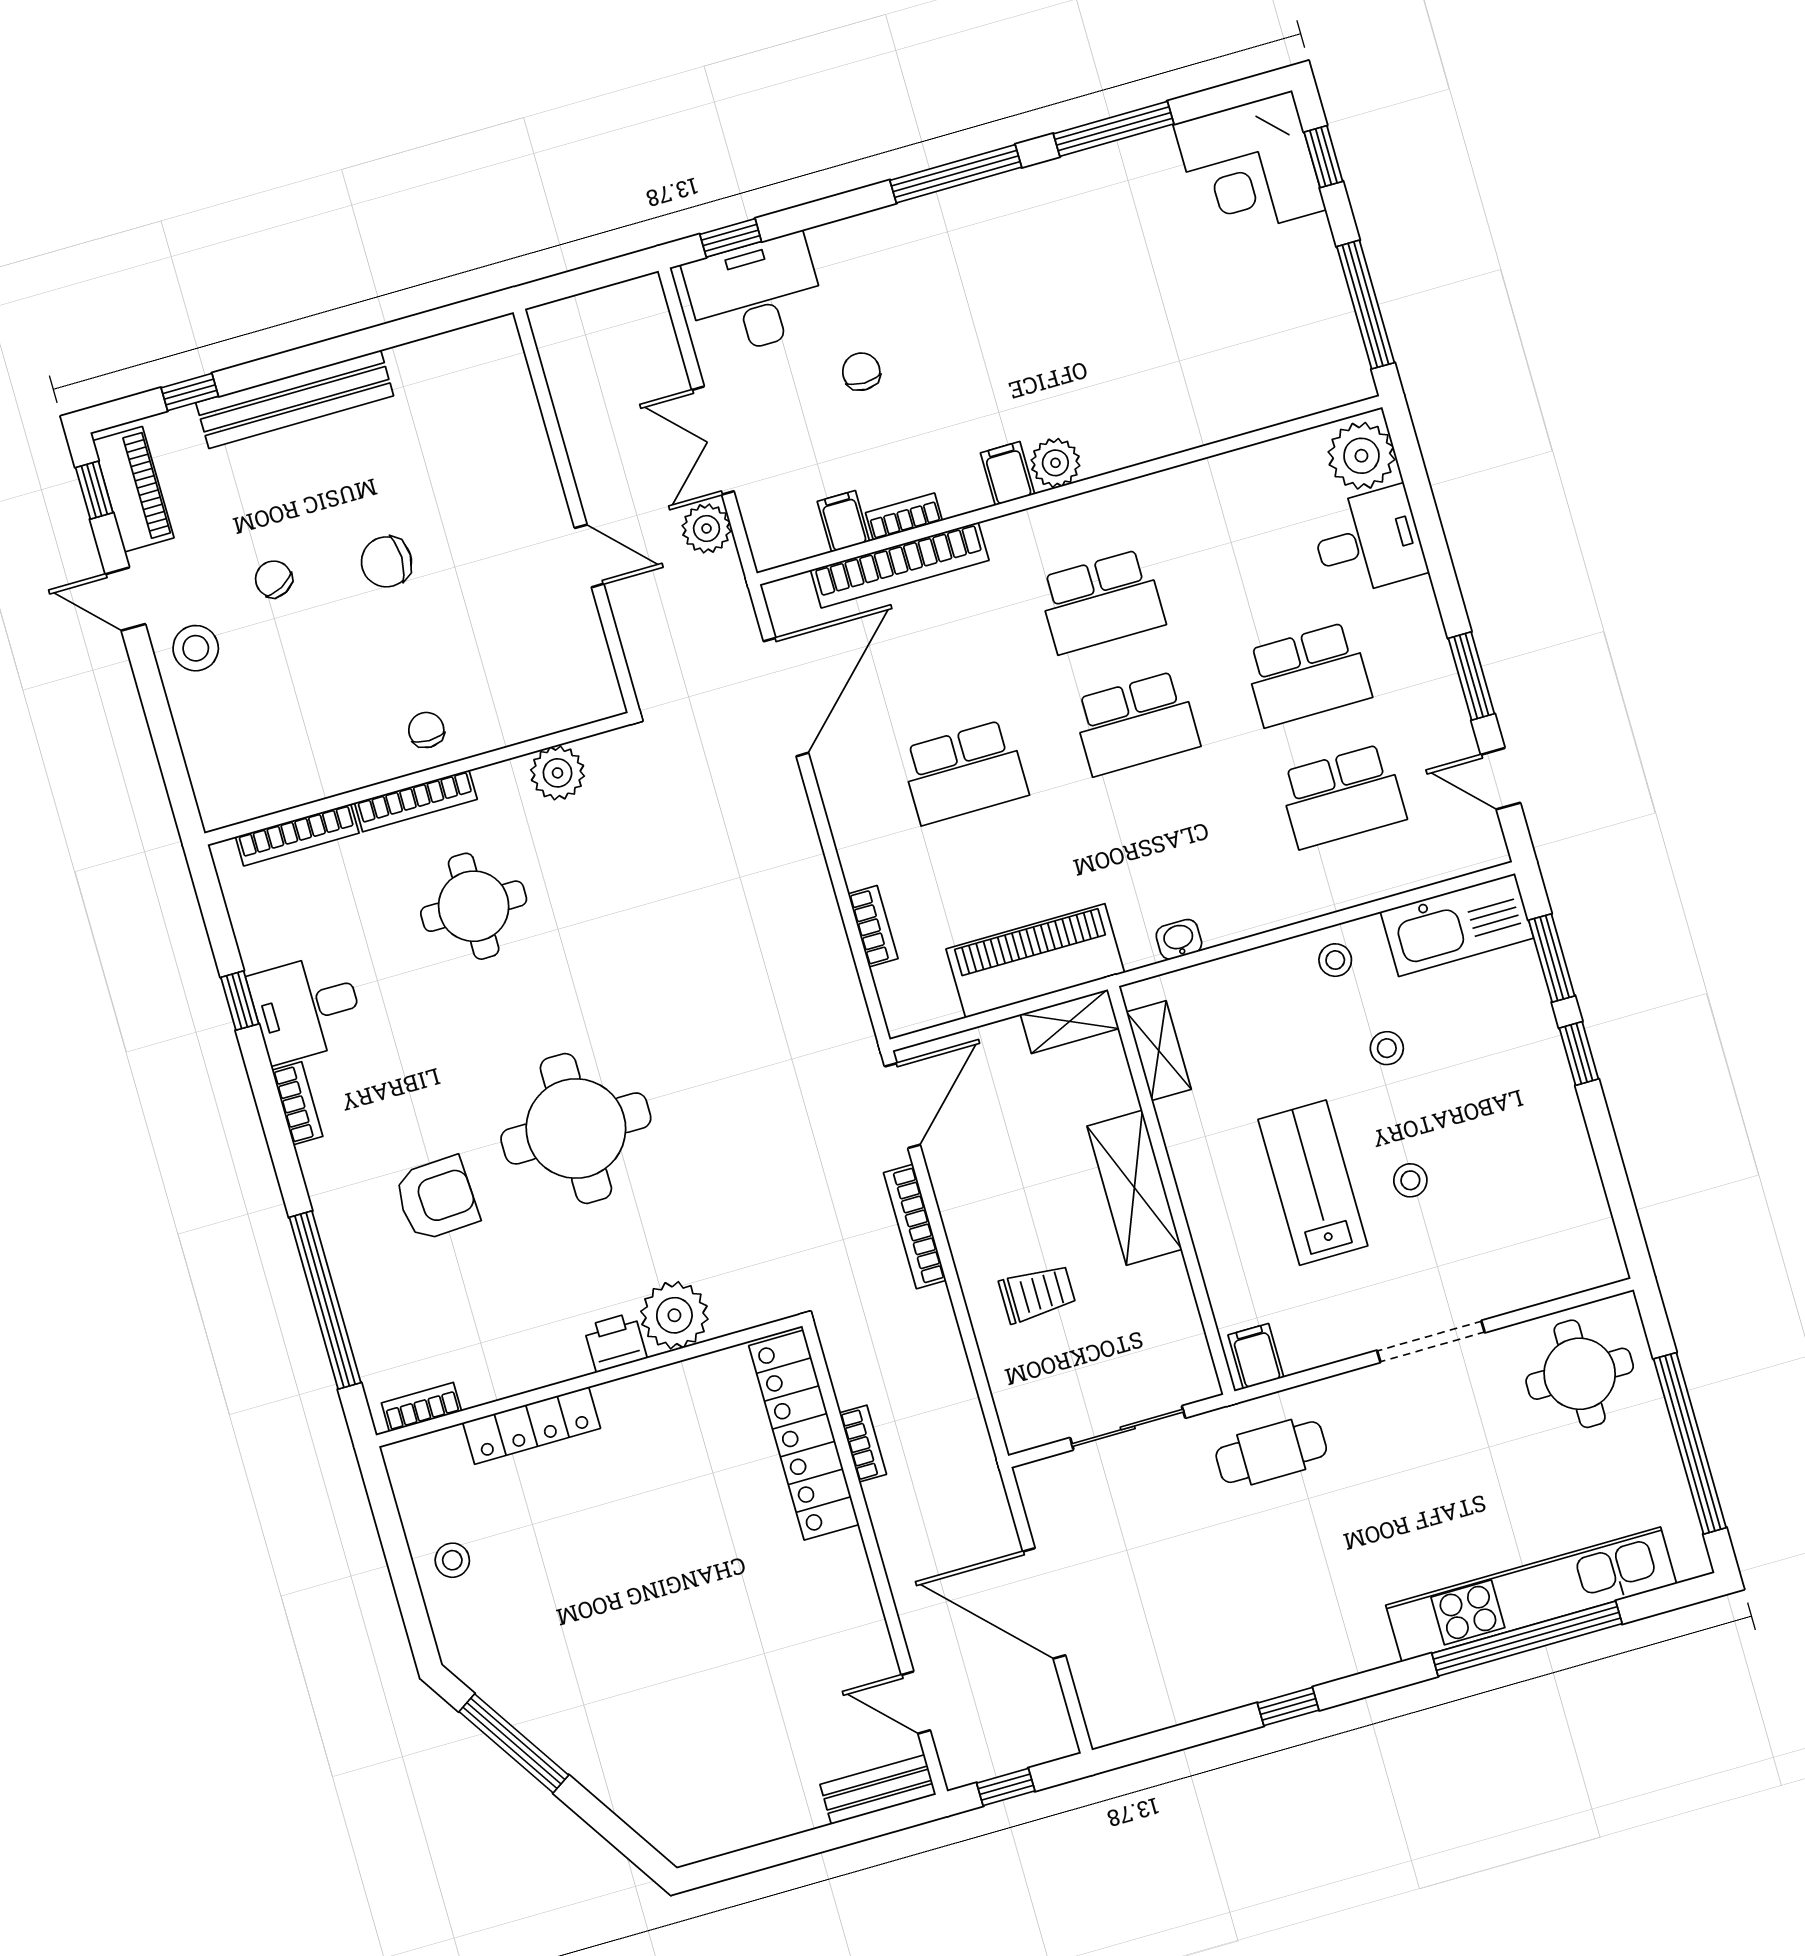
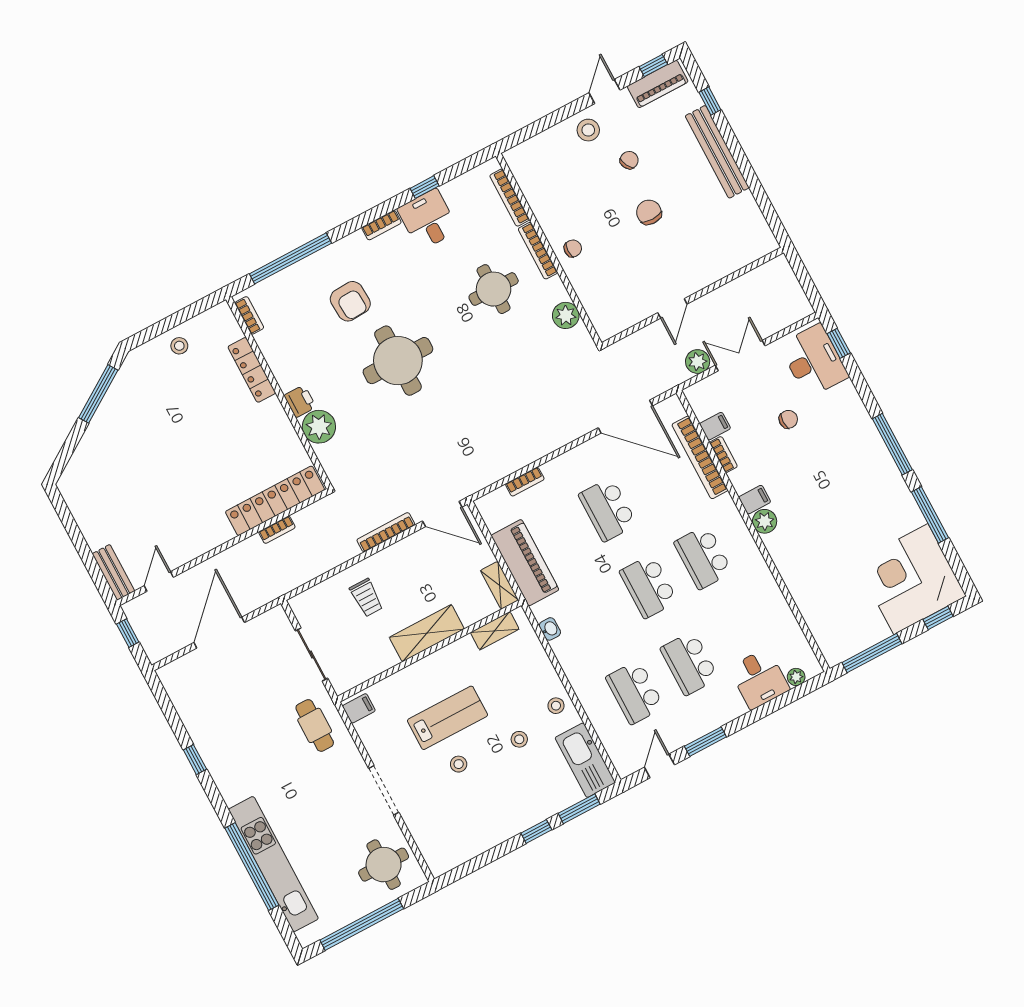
corner desk: (1249, 167) -> (911, 579), width x1.36, depth x1.36
plant: (1361, 456) -> (796, 677), width x0.53, depth x0.53

